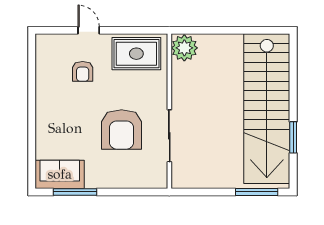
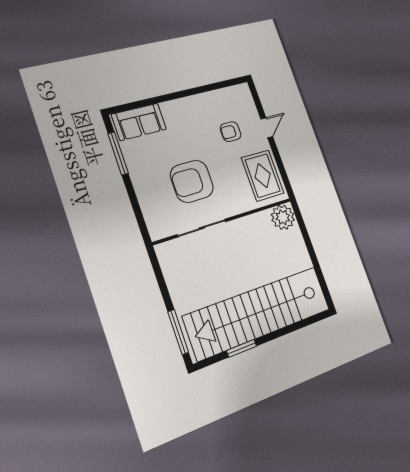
sofa: (60, 174) -> (139, 122), moved, turned 90

